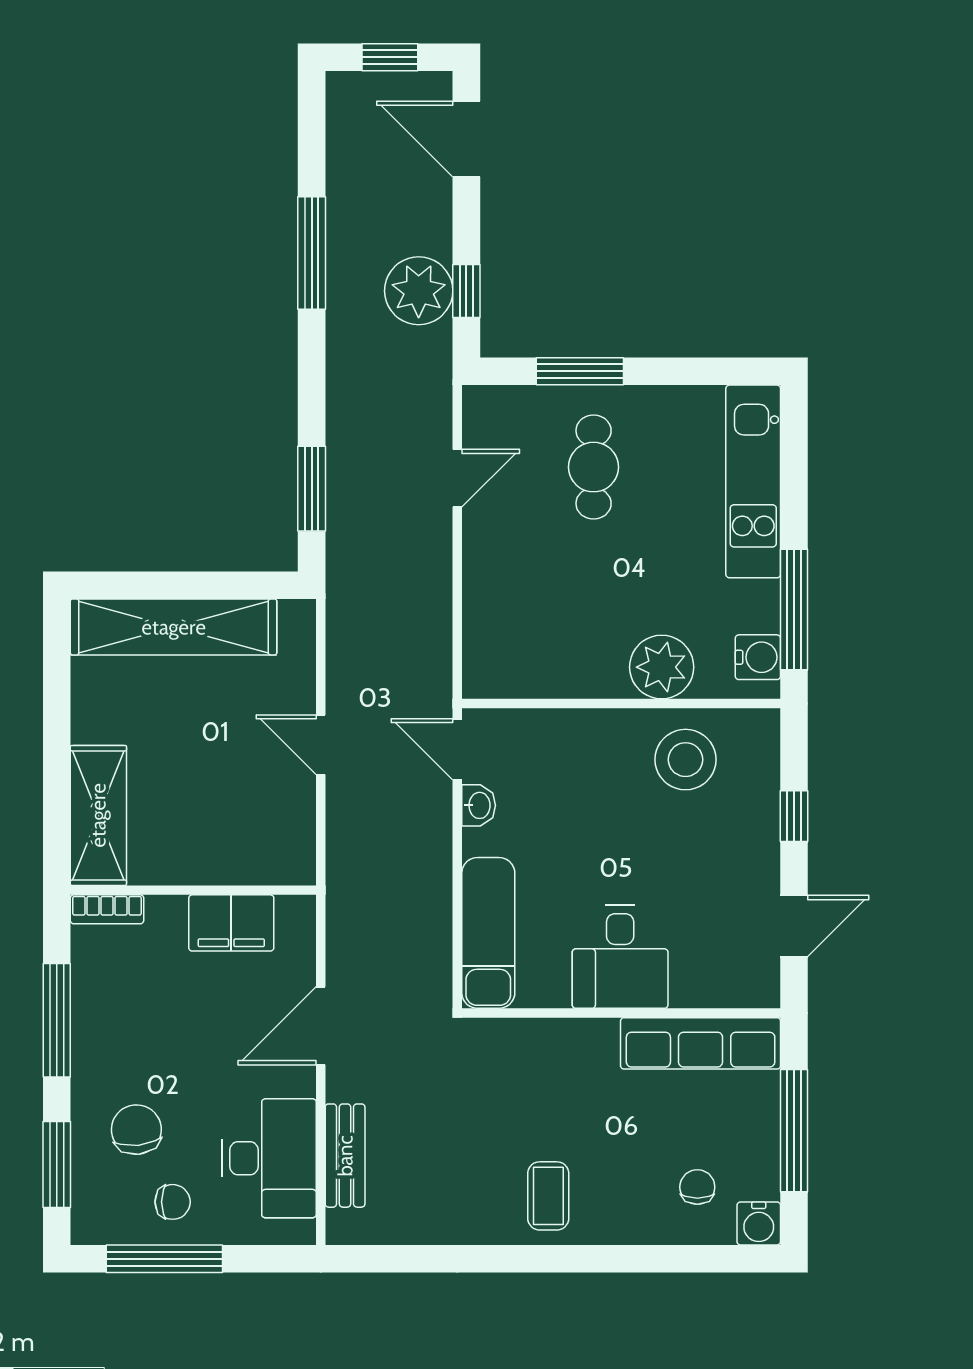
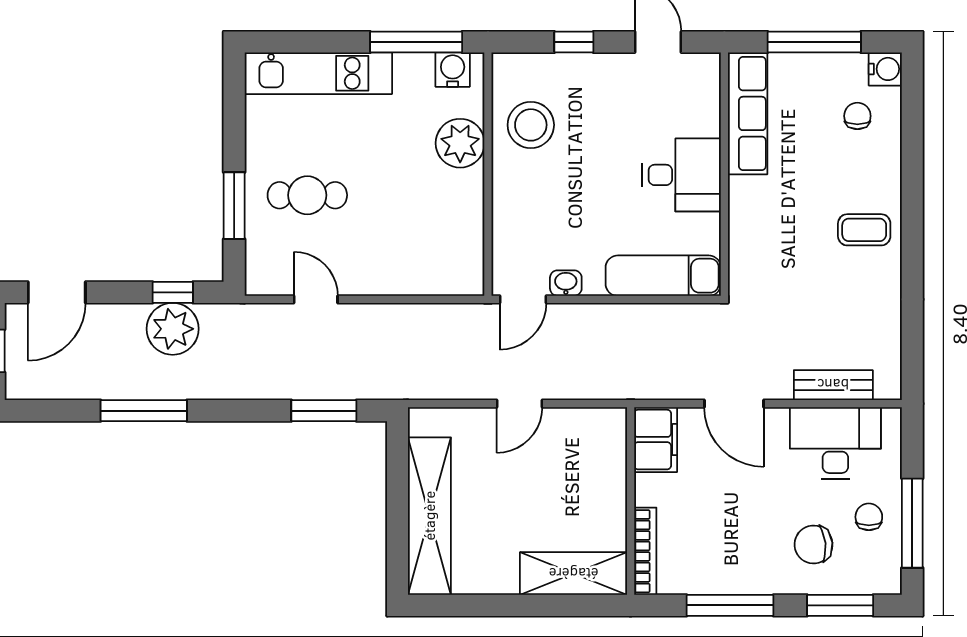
bookcase: (107, 909) -> (645, 551), width x1.56
filing cabinet: (231, 923) -> (656, 440), moved
chair: (697, 1187) -> (857, 116), turned 90

